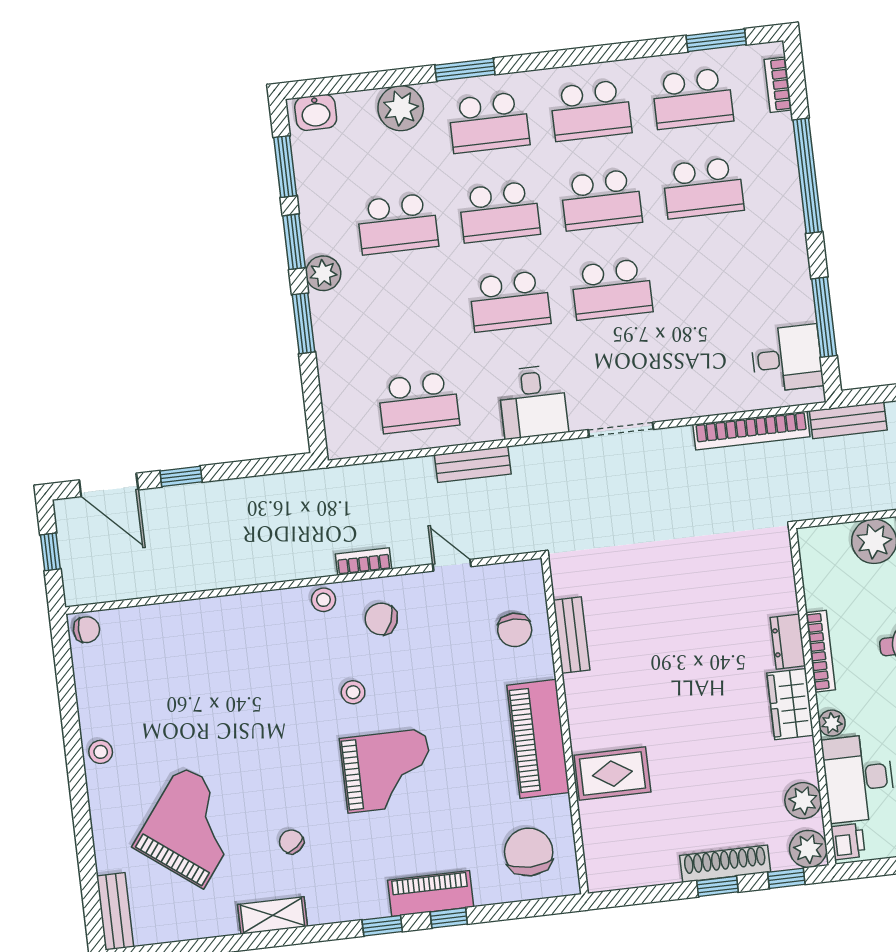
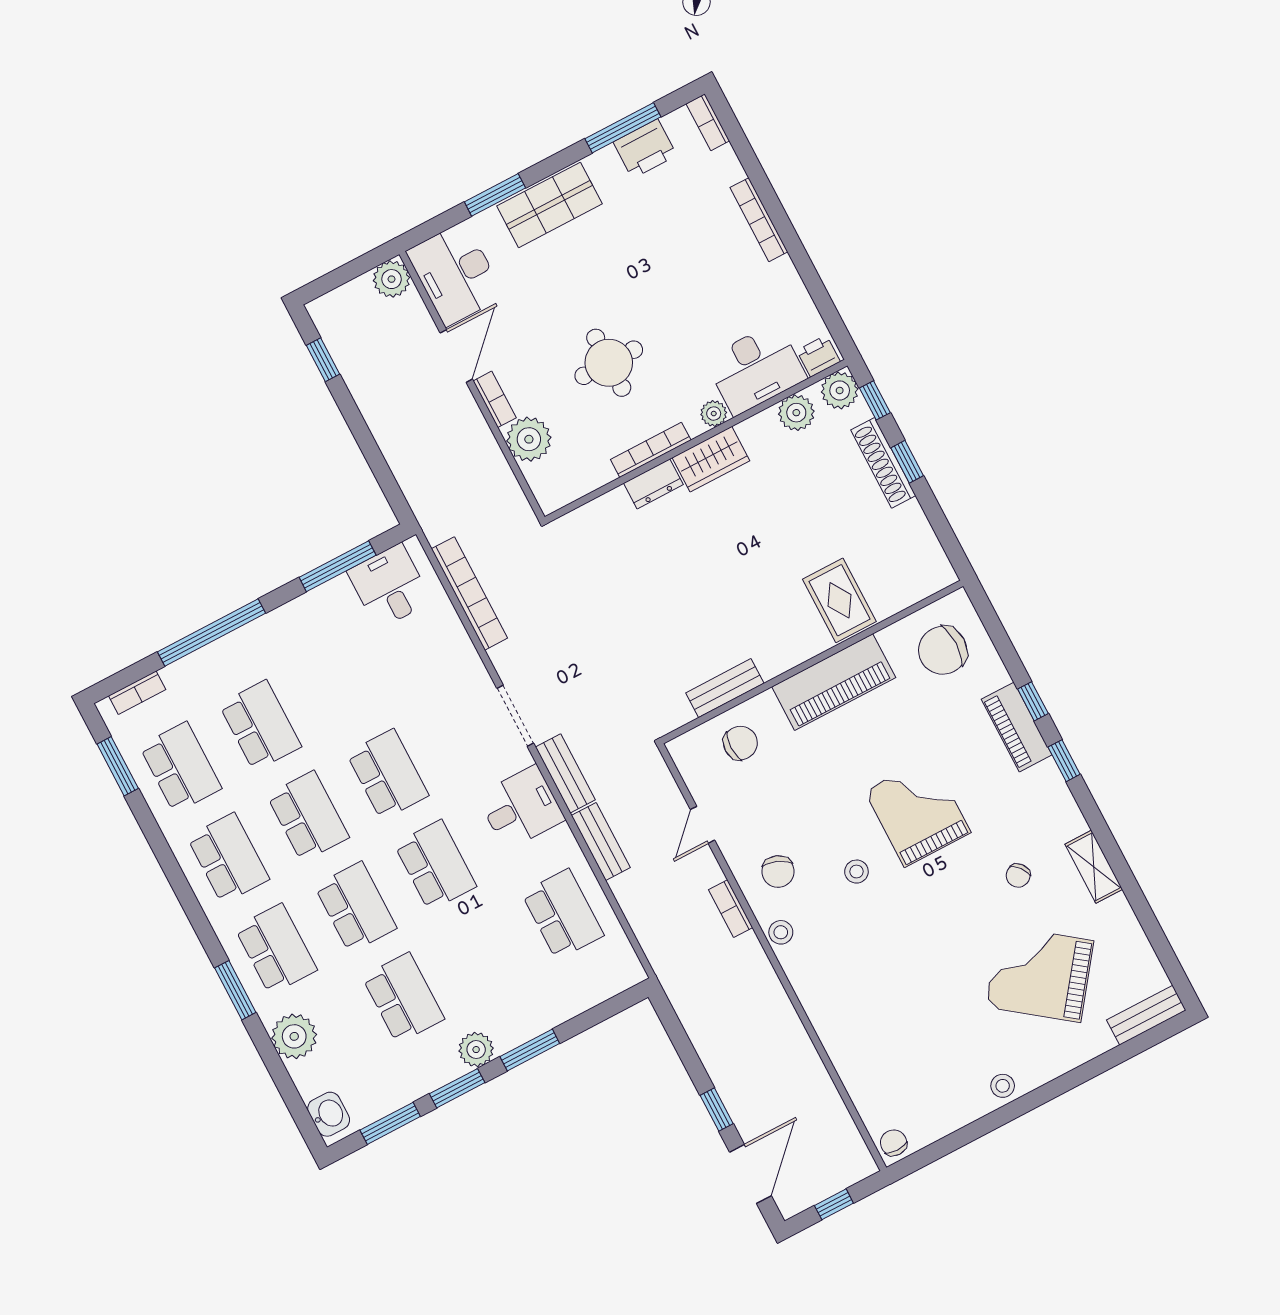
bench: (848, 420) -> (565, 773), moved

